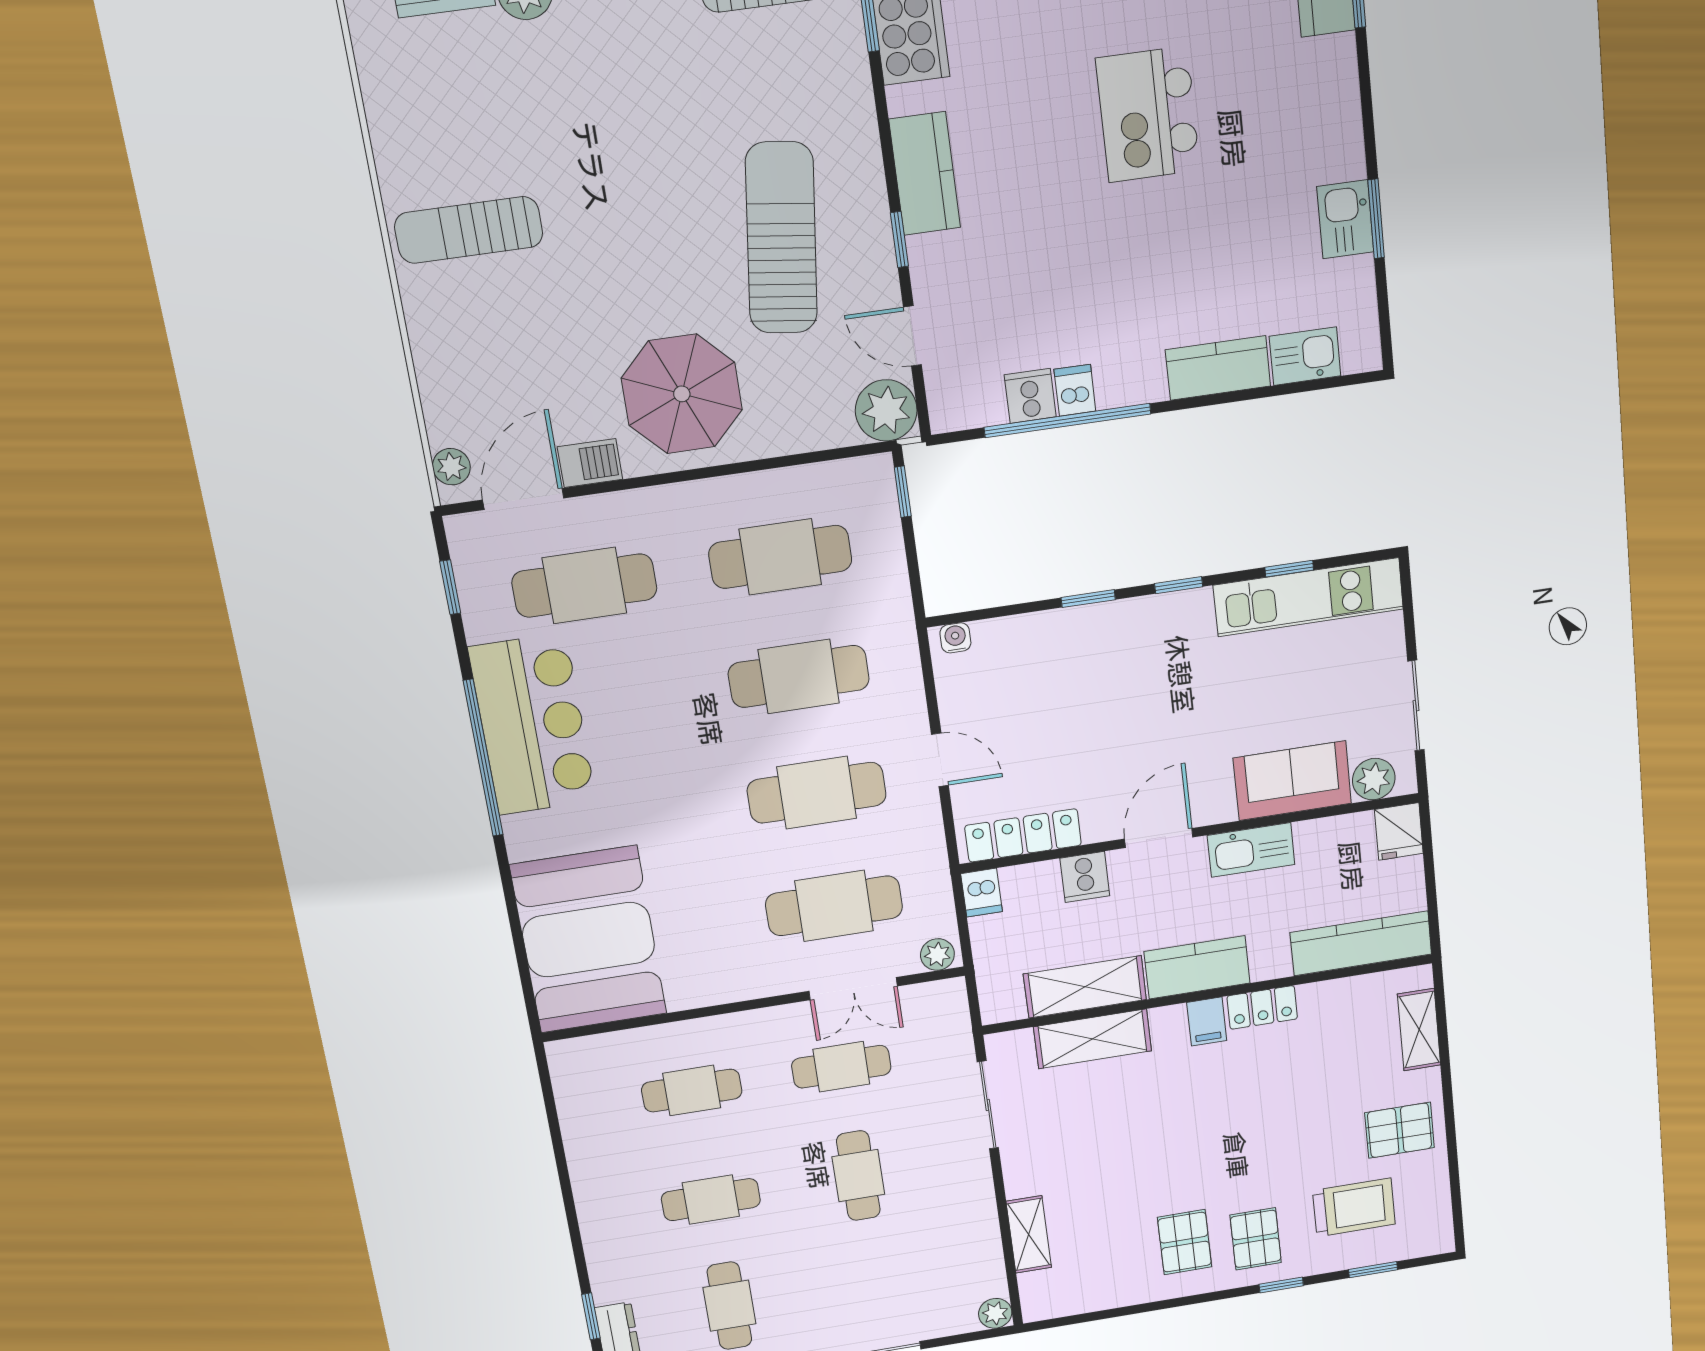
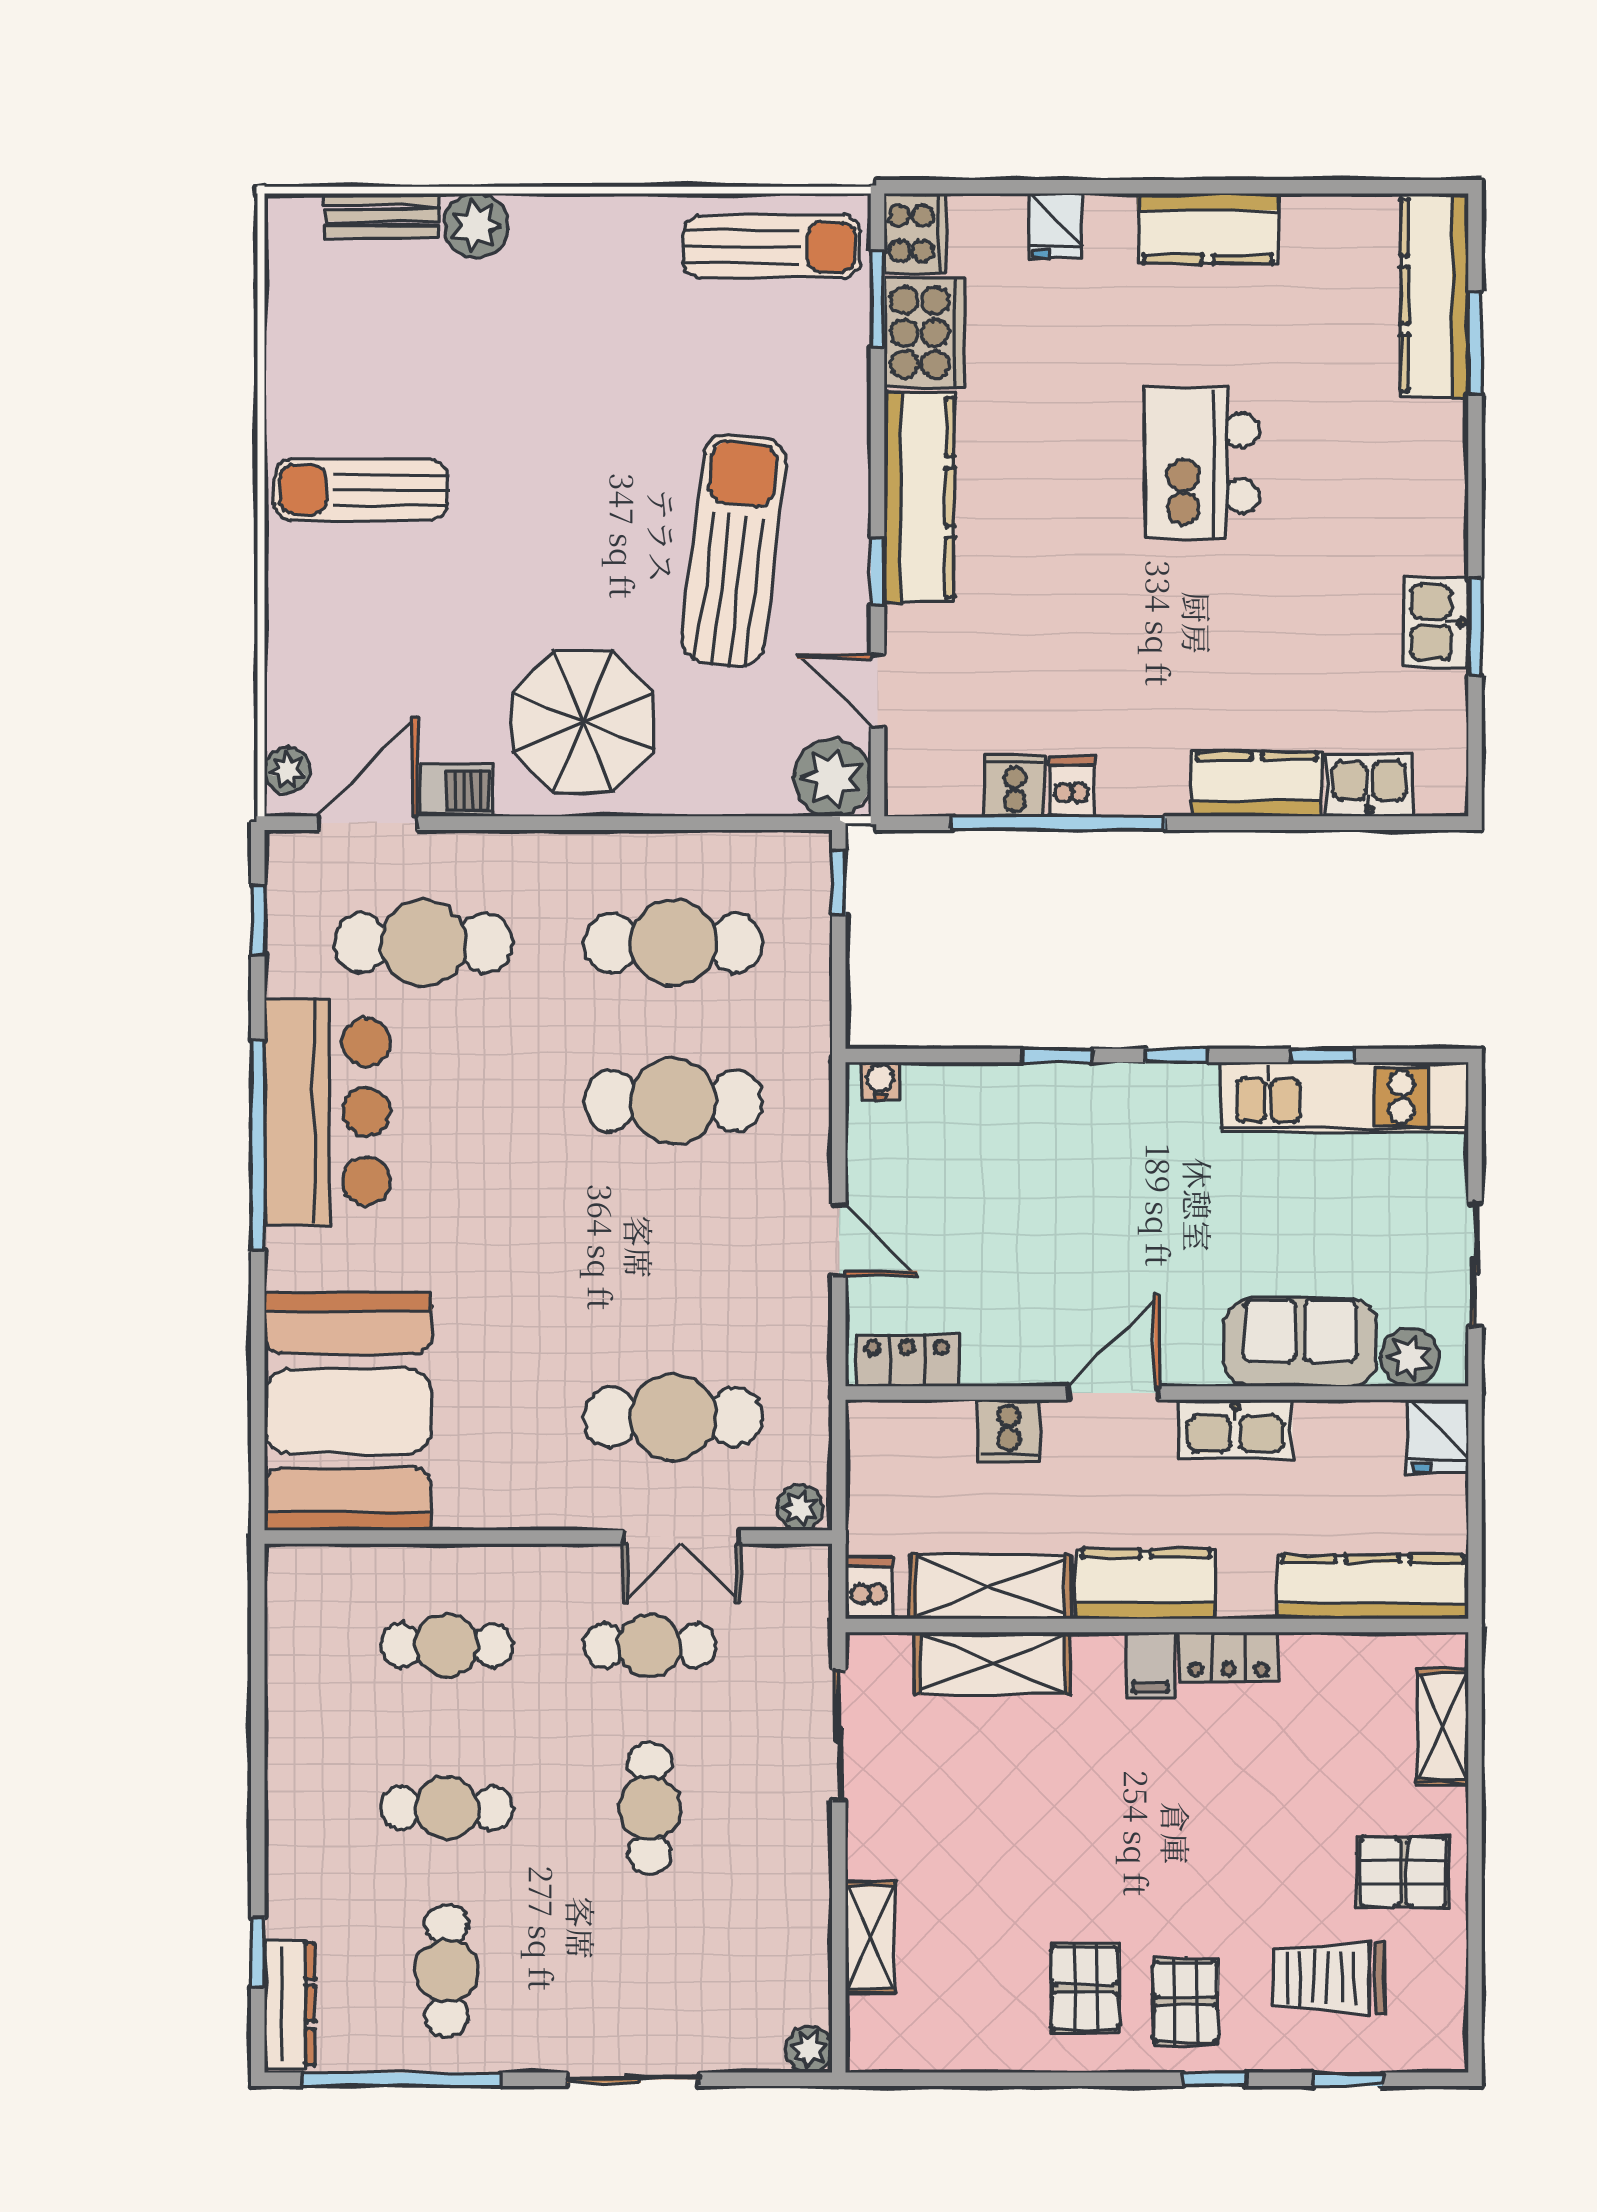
kitchen counter: (925, 174) -> (919, 497), width x1.50
cafe table: (817, 793) -> (673, 1259), removed
locker: (1023, 835) -> (907, 1360), width x0.66
dishwasher: (982, 893) -> (869, 1588), moved, turned 180
trolley: (1354, 1207) -> (1329, 1978), turned 180

